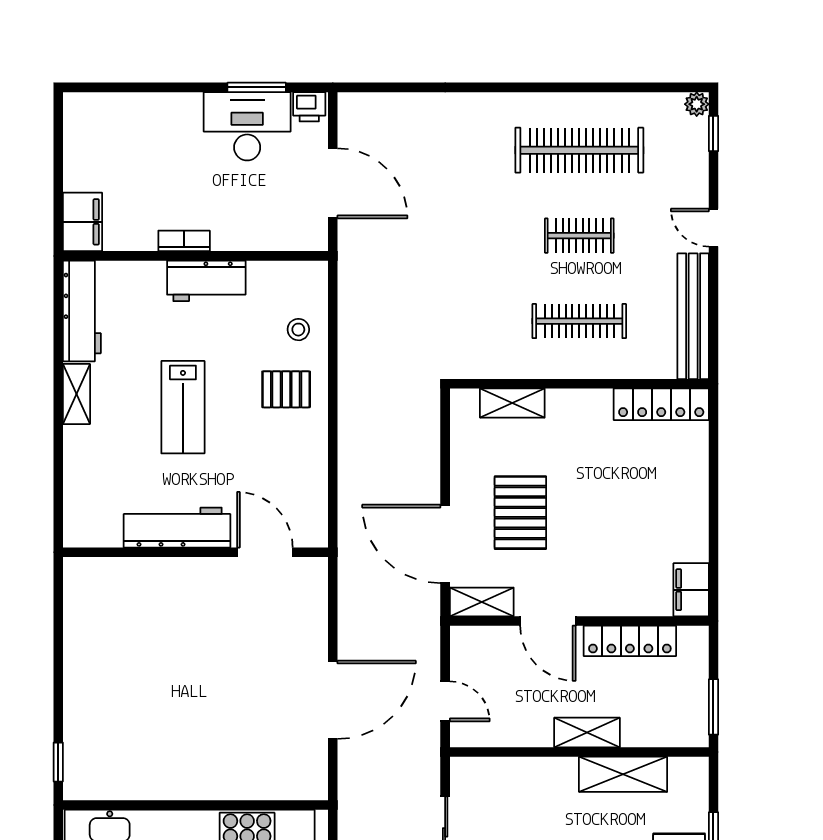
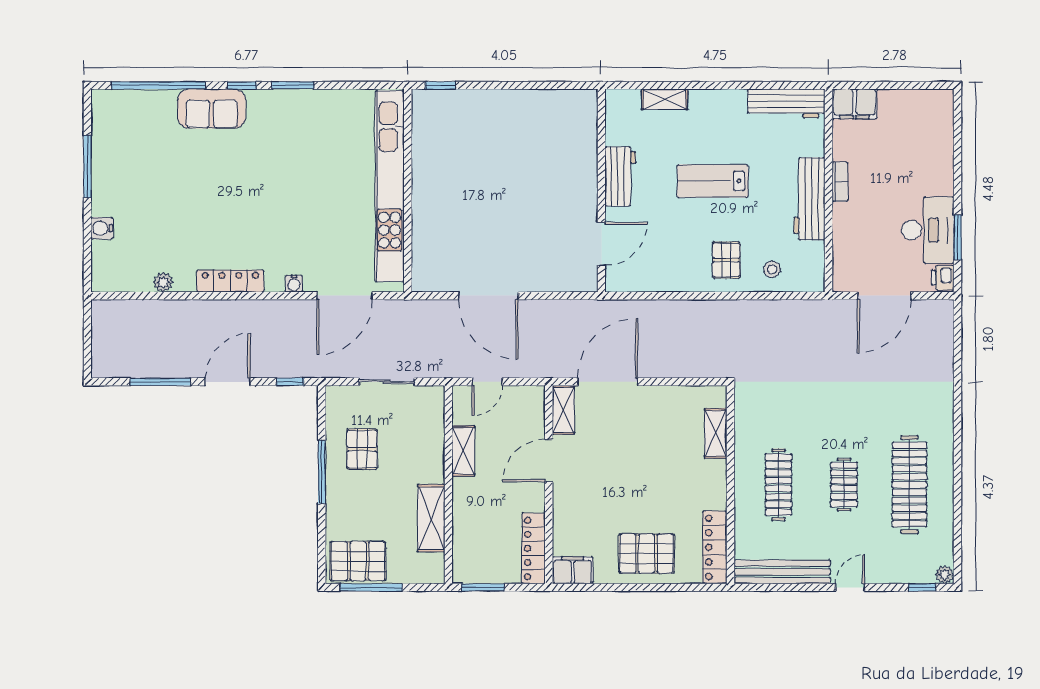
workbench: (206, 281) -> (809, 199), width x1.37
shelving: (76, 394) -> (665, 99), moved
pallet: (520, 513) -> (646, 554), moved
workbench: (177, 528) -> (620, 176), width x0.73
locker: (630, 641) -> (533, 548), moved
shelving: (587, 732) -> (463, 451), moved

